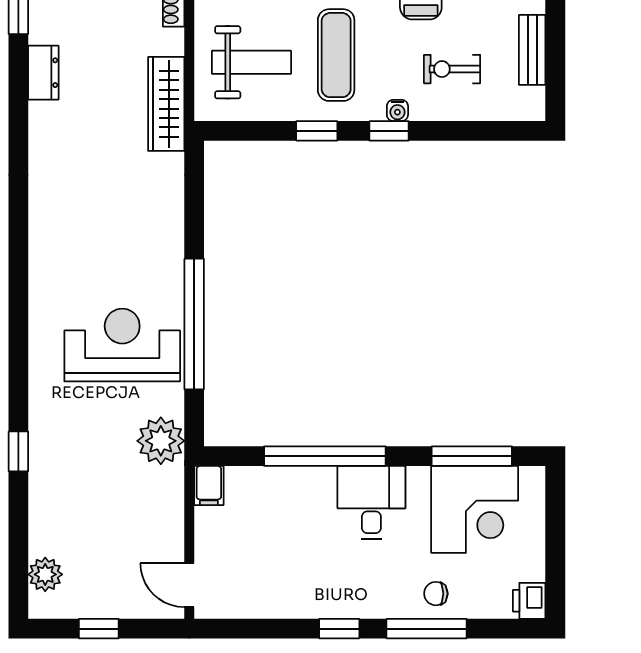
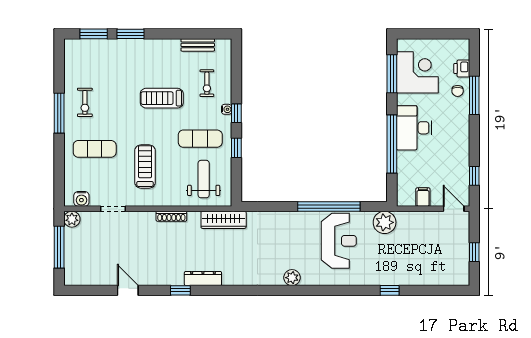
dresser: (43, 73) -> (203, 279), width x1.44
reception desk: (122, 345) -> (339, 241), turned 180
filing cabinet: (209, 486) -> (423, 197), moved, turned -90
desk: (371, 502) -> (414, 128), width x1.37
plant: (45, 574) -> (292, 278), moved
door: (189, 585) -> (454, 209), swing flipped
printer: (529, 601) -> (462, 68), moved, turned 90
window: (339, 629) -> (474, 176), moved

